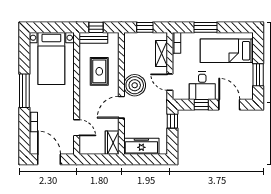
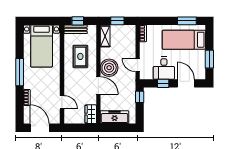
window: (206, 27) -> (187, 21), moved
shelving: (161, 53) -> (105, 36), moved
door: (121, 107) -> (98, 86), swing flipped

